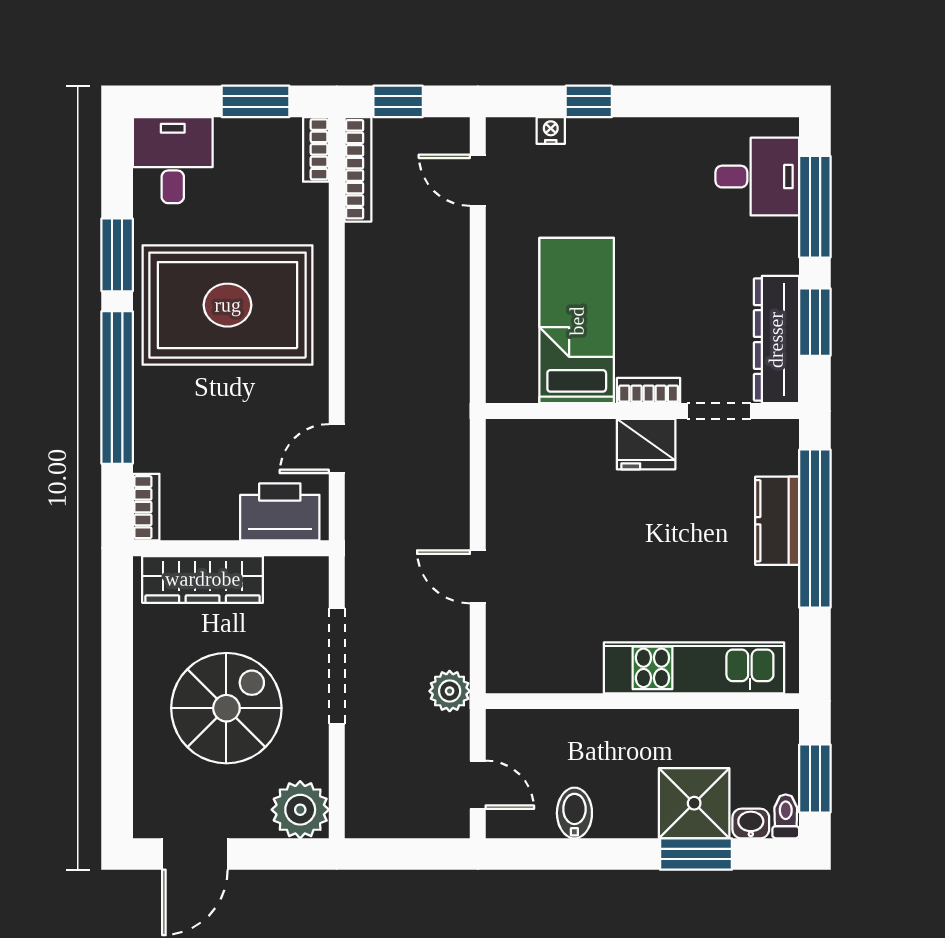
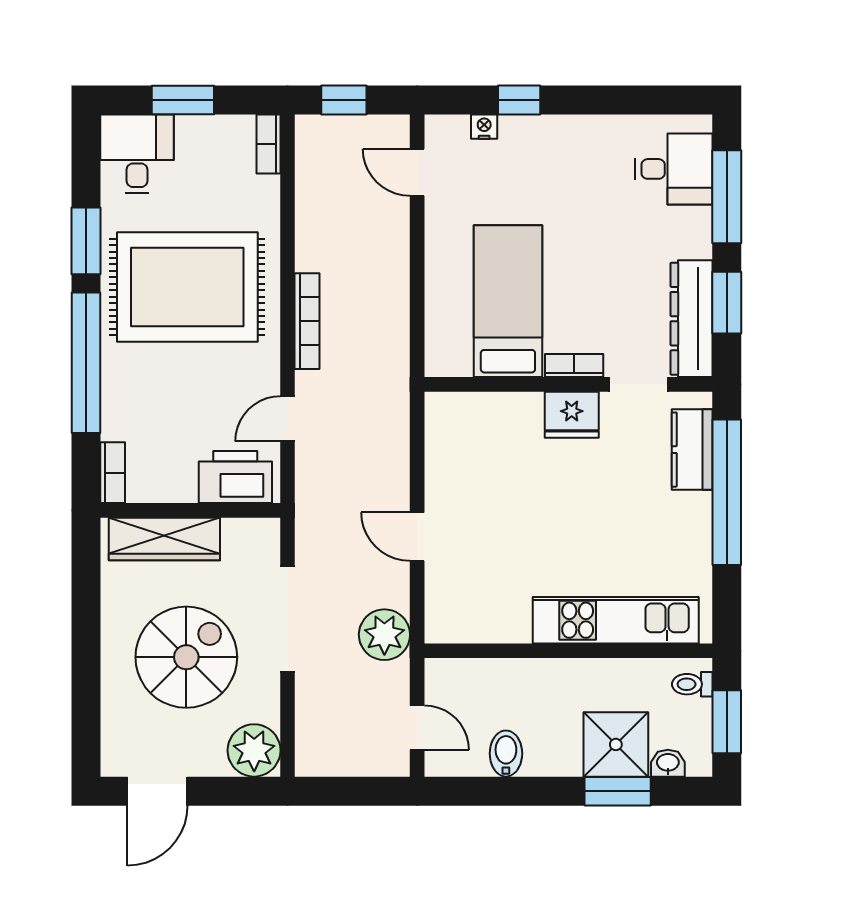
window: (256, 101) -> (183, 100), moved
bookcase: (358, 169) -> (307, 321), moved
kitchen counter: (777, 521) -> (692, 450), moved
plant: (450, 691) -> (384, 635), width x1.36, depth x1.36
toilet: (786, 816) -> (692, 684), moved, turned -90

